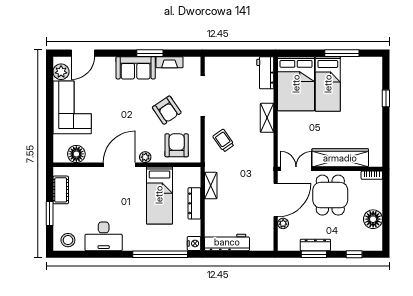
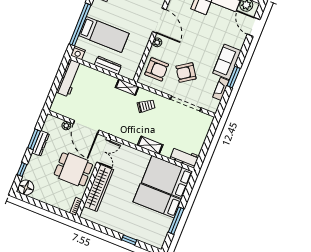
shelving: (211, 186) -> (127, 87), moved
bed: (159, 195) -> (104, 34), moved, turned 180
floor lamp: (373, 219) -> (26, 187), moved

